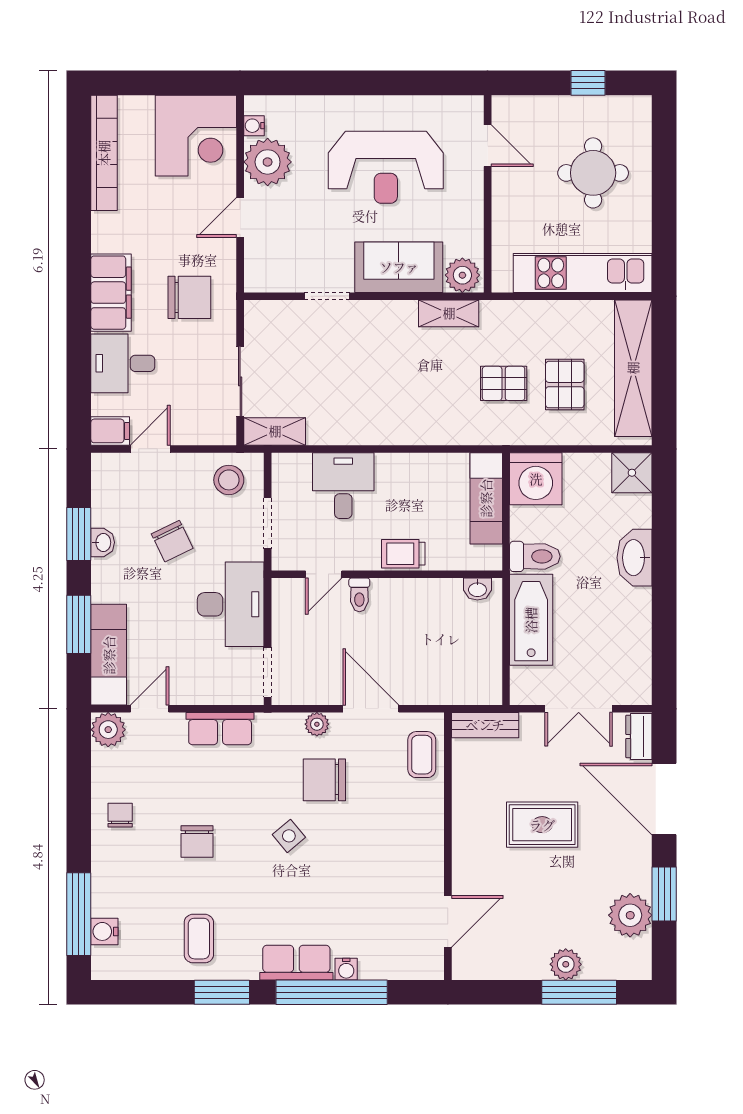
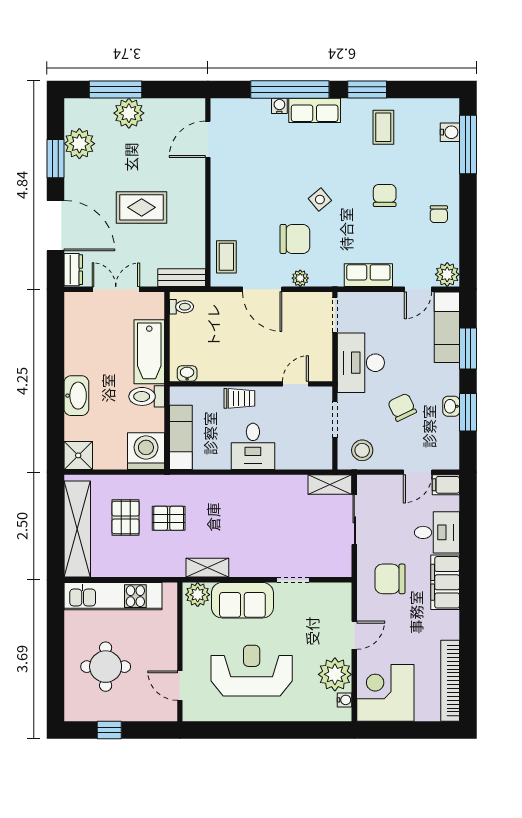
desk: (343, 486) -> (253, 446), moved
toilet: (359, 595) -> (181, 307), moved, turned 90
plant: (566, 964) -> (129, 113), width x1.36, depth x1.36

